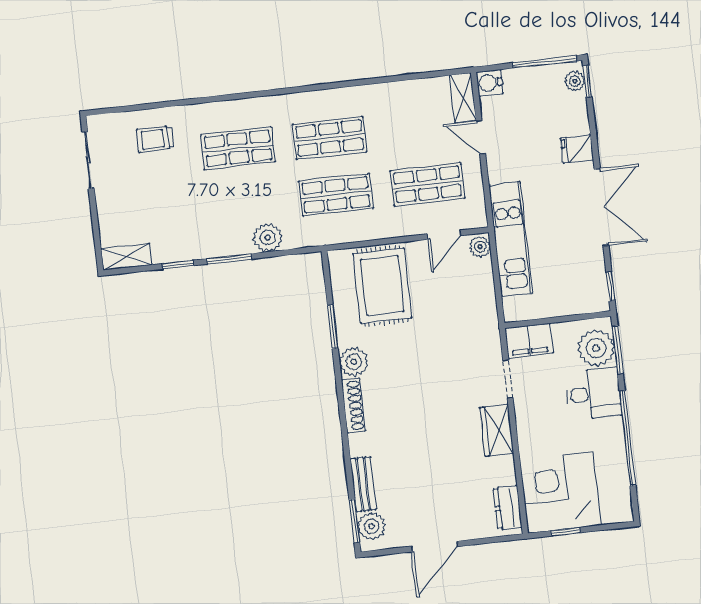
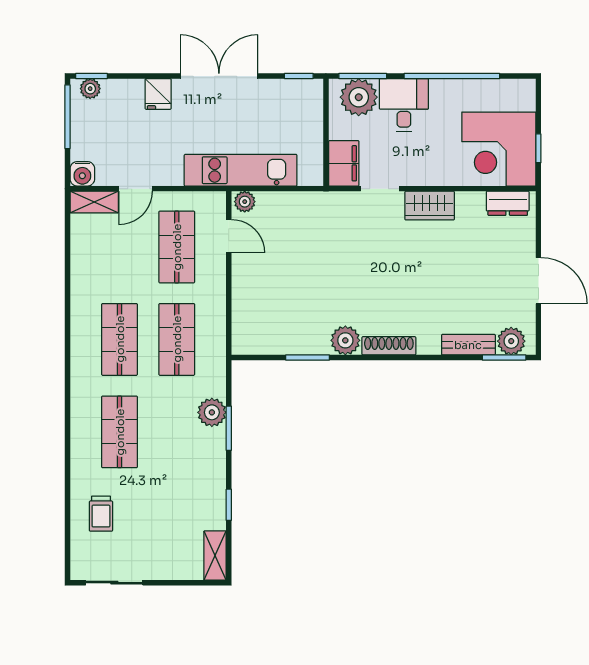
window: (229, 259) -> (229, 428), moved
rug: (382, 286) -> (273, 303), removed

